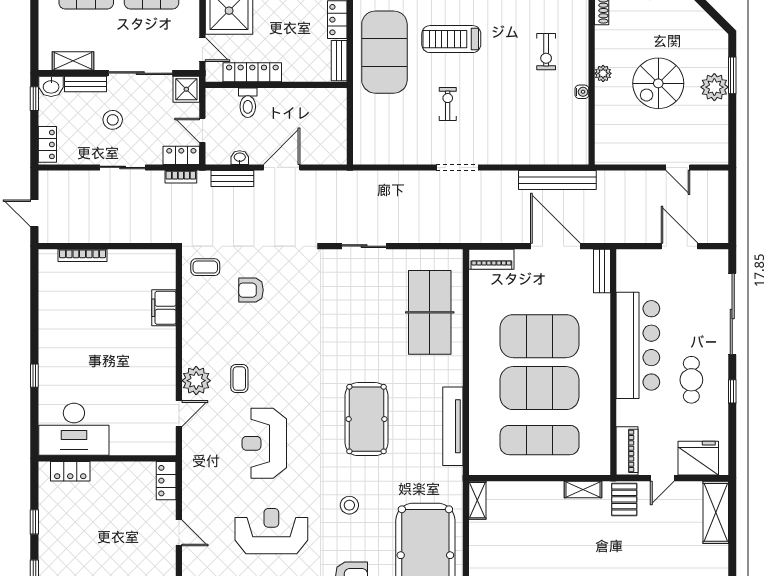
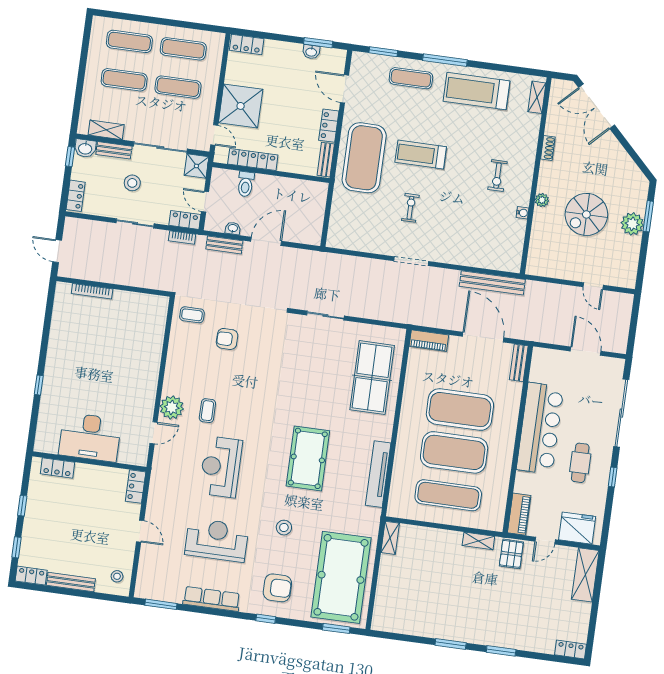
filing cabinet: (164, 308) -> (153, 344), removed
desk: (74, 429) -> (90, 437), moved

